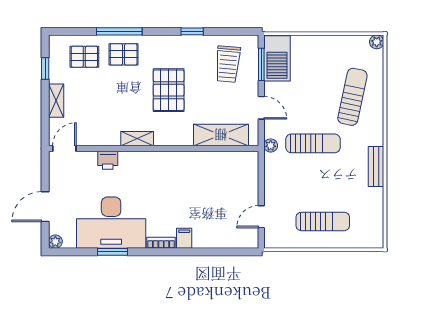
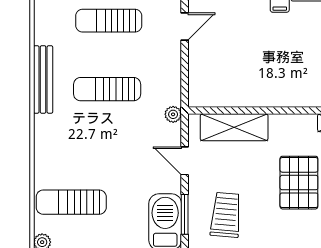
sun lounger: (352, 97) -> (71, 202), moved, turned 78
sun lounger: (313, 143) -> (107, 89), moved
bench: (376, 166) -> (43, 79), width x1.36

